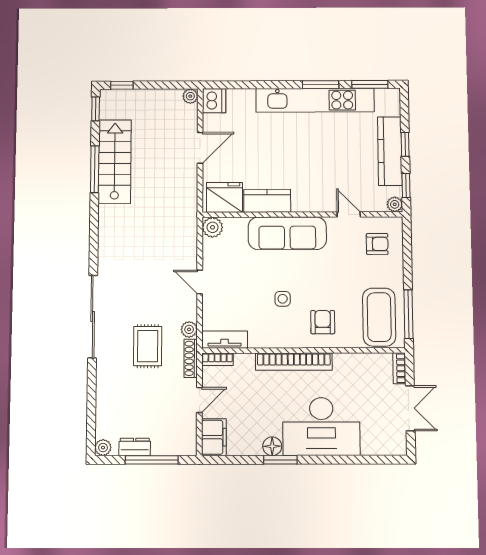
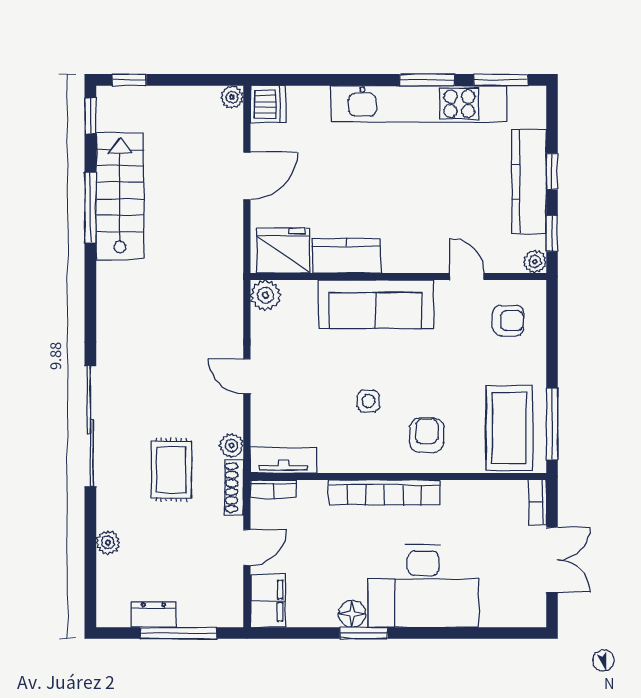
plant: (103, 448) -> (108, 543), moved

